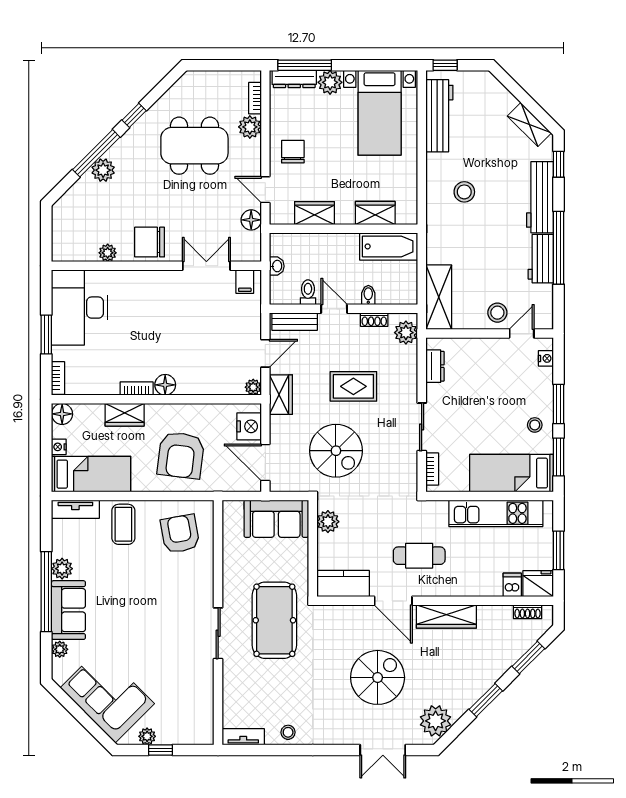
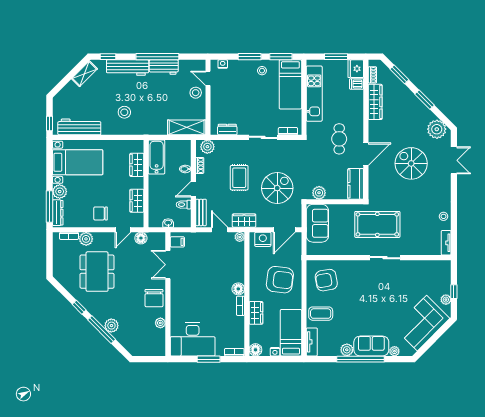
wardrobe: (446, 617) -> (375, 102), moved

